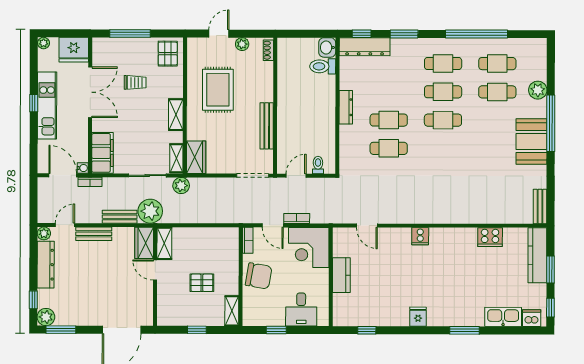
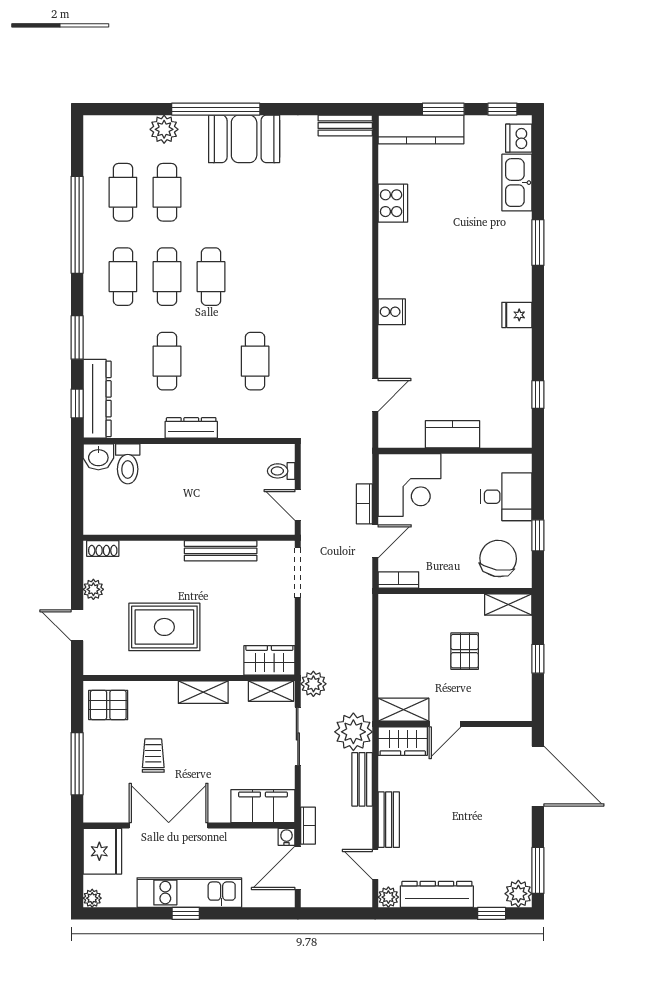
cafe table: (389, 120) -> (167, 361), moved
chair: (259, 276) -> (498, 559), moved

